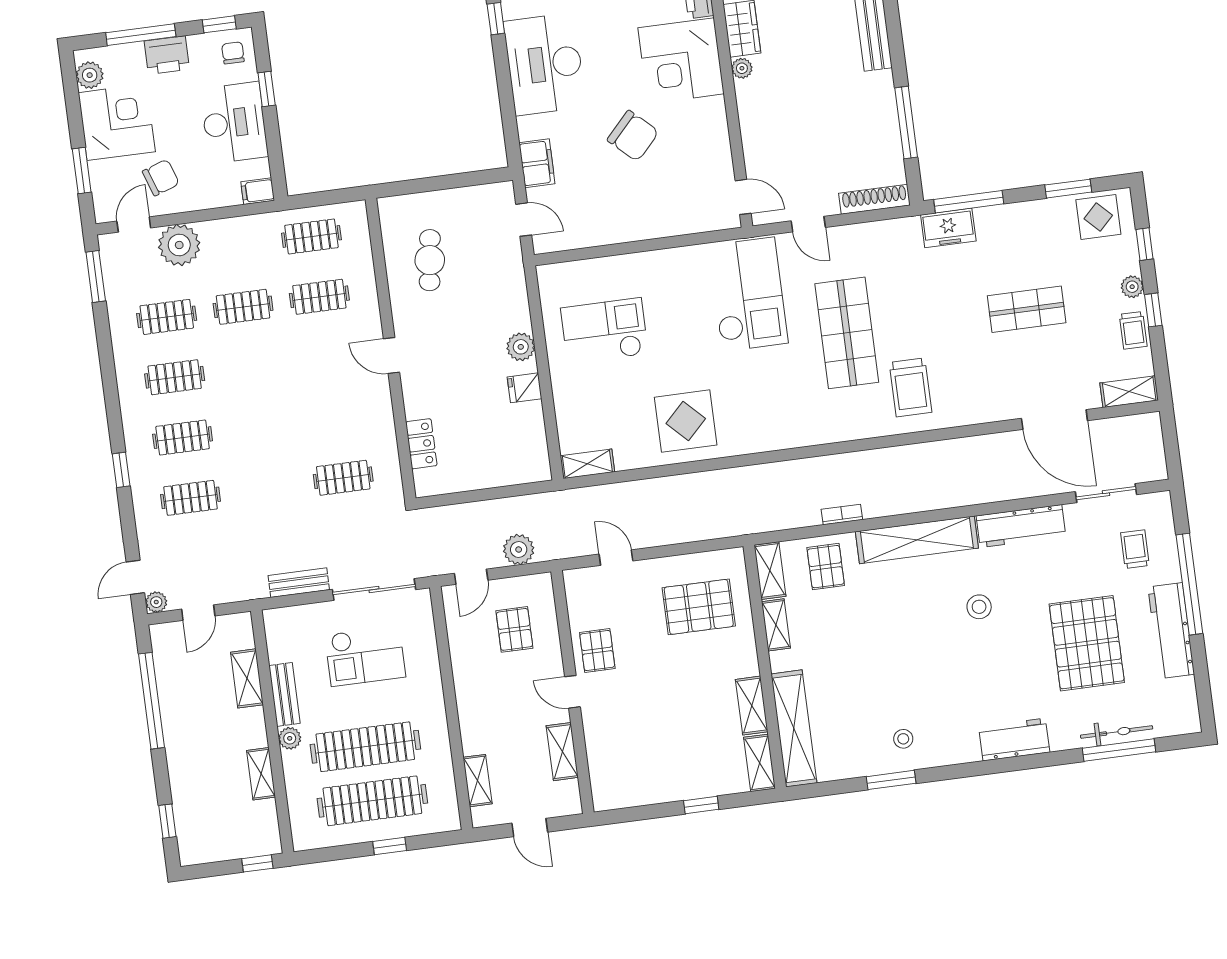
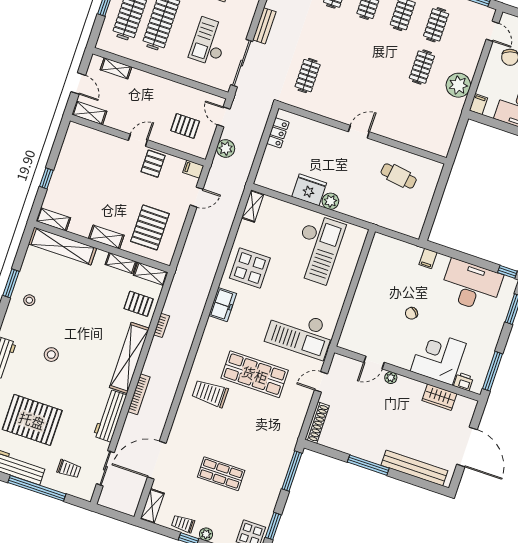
plant: (742, 68) -> (391, 378), moved
window: (906, 123) -> (368, 465), moved
chair: (633, 136) -> (411, 313), width x0.54, depth x0.54
filing cabinet: (537, 163) -> (428, 258), width x0.50
door: (743, 197) -> (374, 362), moved
door: (524, 220) -> (396, 235), removed
freezer: (948, 228) -> (223, 305), moved, turned 180
clothes rail: (311, 236) -> (441, 121), removed
plant: (179, 245) -> (458, 85), moved
clothes rail: (319, 297) -> (408, 109), removed
shop shelf: (1027, 309) -> (221, 474), turned 90
checkout: (604, 331) -> (317, 249), width x1.36, depth x1.21
fridge: (525, 388) -> (309, 190), width x1.88, depth x1.34
locker: (421, 444) -> (278, 133), moved, turned -90
bookcase: (966, 497) -> (139, 394), added
filing cabinet: (575, 584) -> (193, 169), added
stool: (979, 607) -> (51, 355), moved
pallet: (597, 651) -> (153, 164), turned 90
shelving: (752, 706) -> (106, 237), moved
shelving: (562, 752) -> (89, 113), moved
door: (530, 828) -> (78, 83), swing flipped

